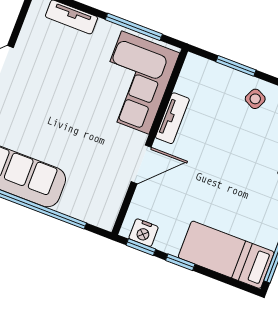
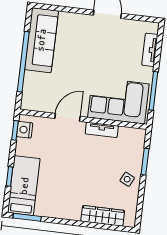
door: (141, 164) -> (68, 117), swing flipped
window: (180, 262) -> (10, 176), moved

